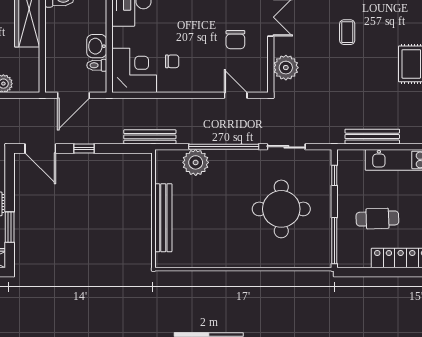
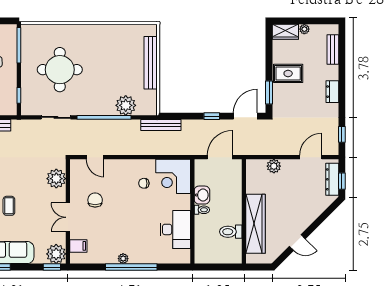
toilet: (97, 65) -> (202, 210), moved
door: (40, 148) -> (245, 116), hinge flipped
window: (10, 227) -> (269, 93), moved

